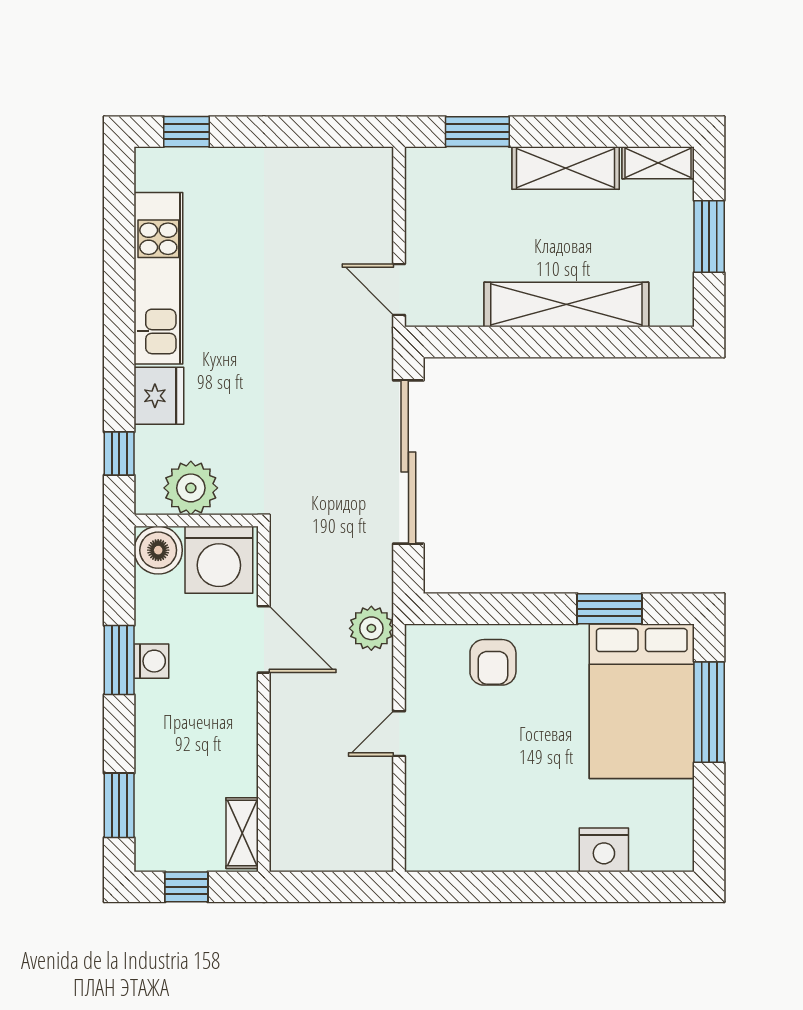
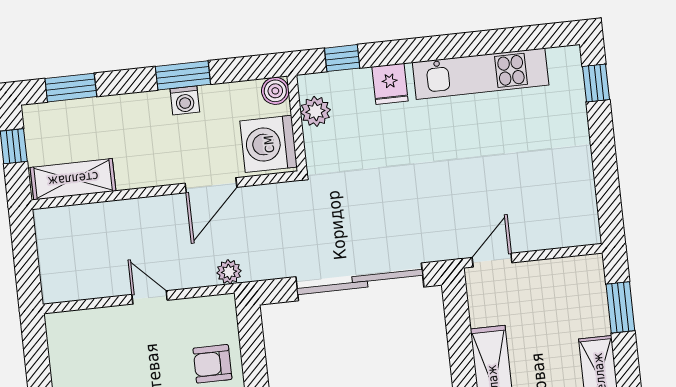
fridge: (159, 396) -> (390, 84), width x0.72
plant: (191, 488) -> (315, 111), width x0.73, depth x0.73
boiler: (158, 550) -> (275, 91), width x0.73, depth x0.73
plant: (371, 628) -> (229, 272), width x0.73, depth x0.73
shelving: (242, 833) -> (73, 179), width x1.50, depth x1.33

